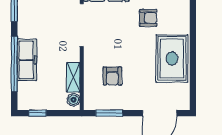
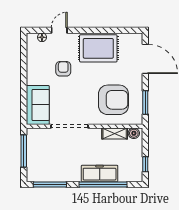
door: (193, 13) -> (59, 30), added
armchair: (112, 76) -> (113, 100), width x1.88, depth x1.88

